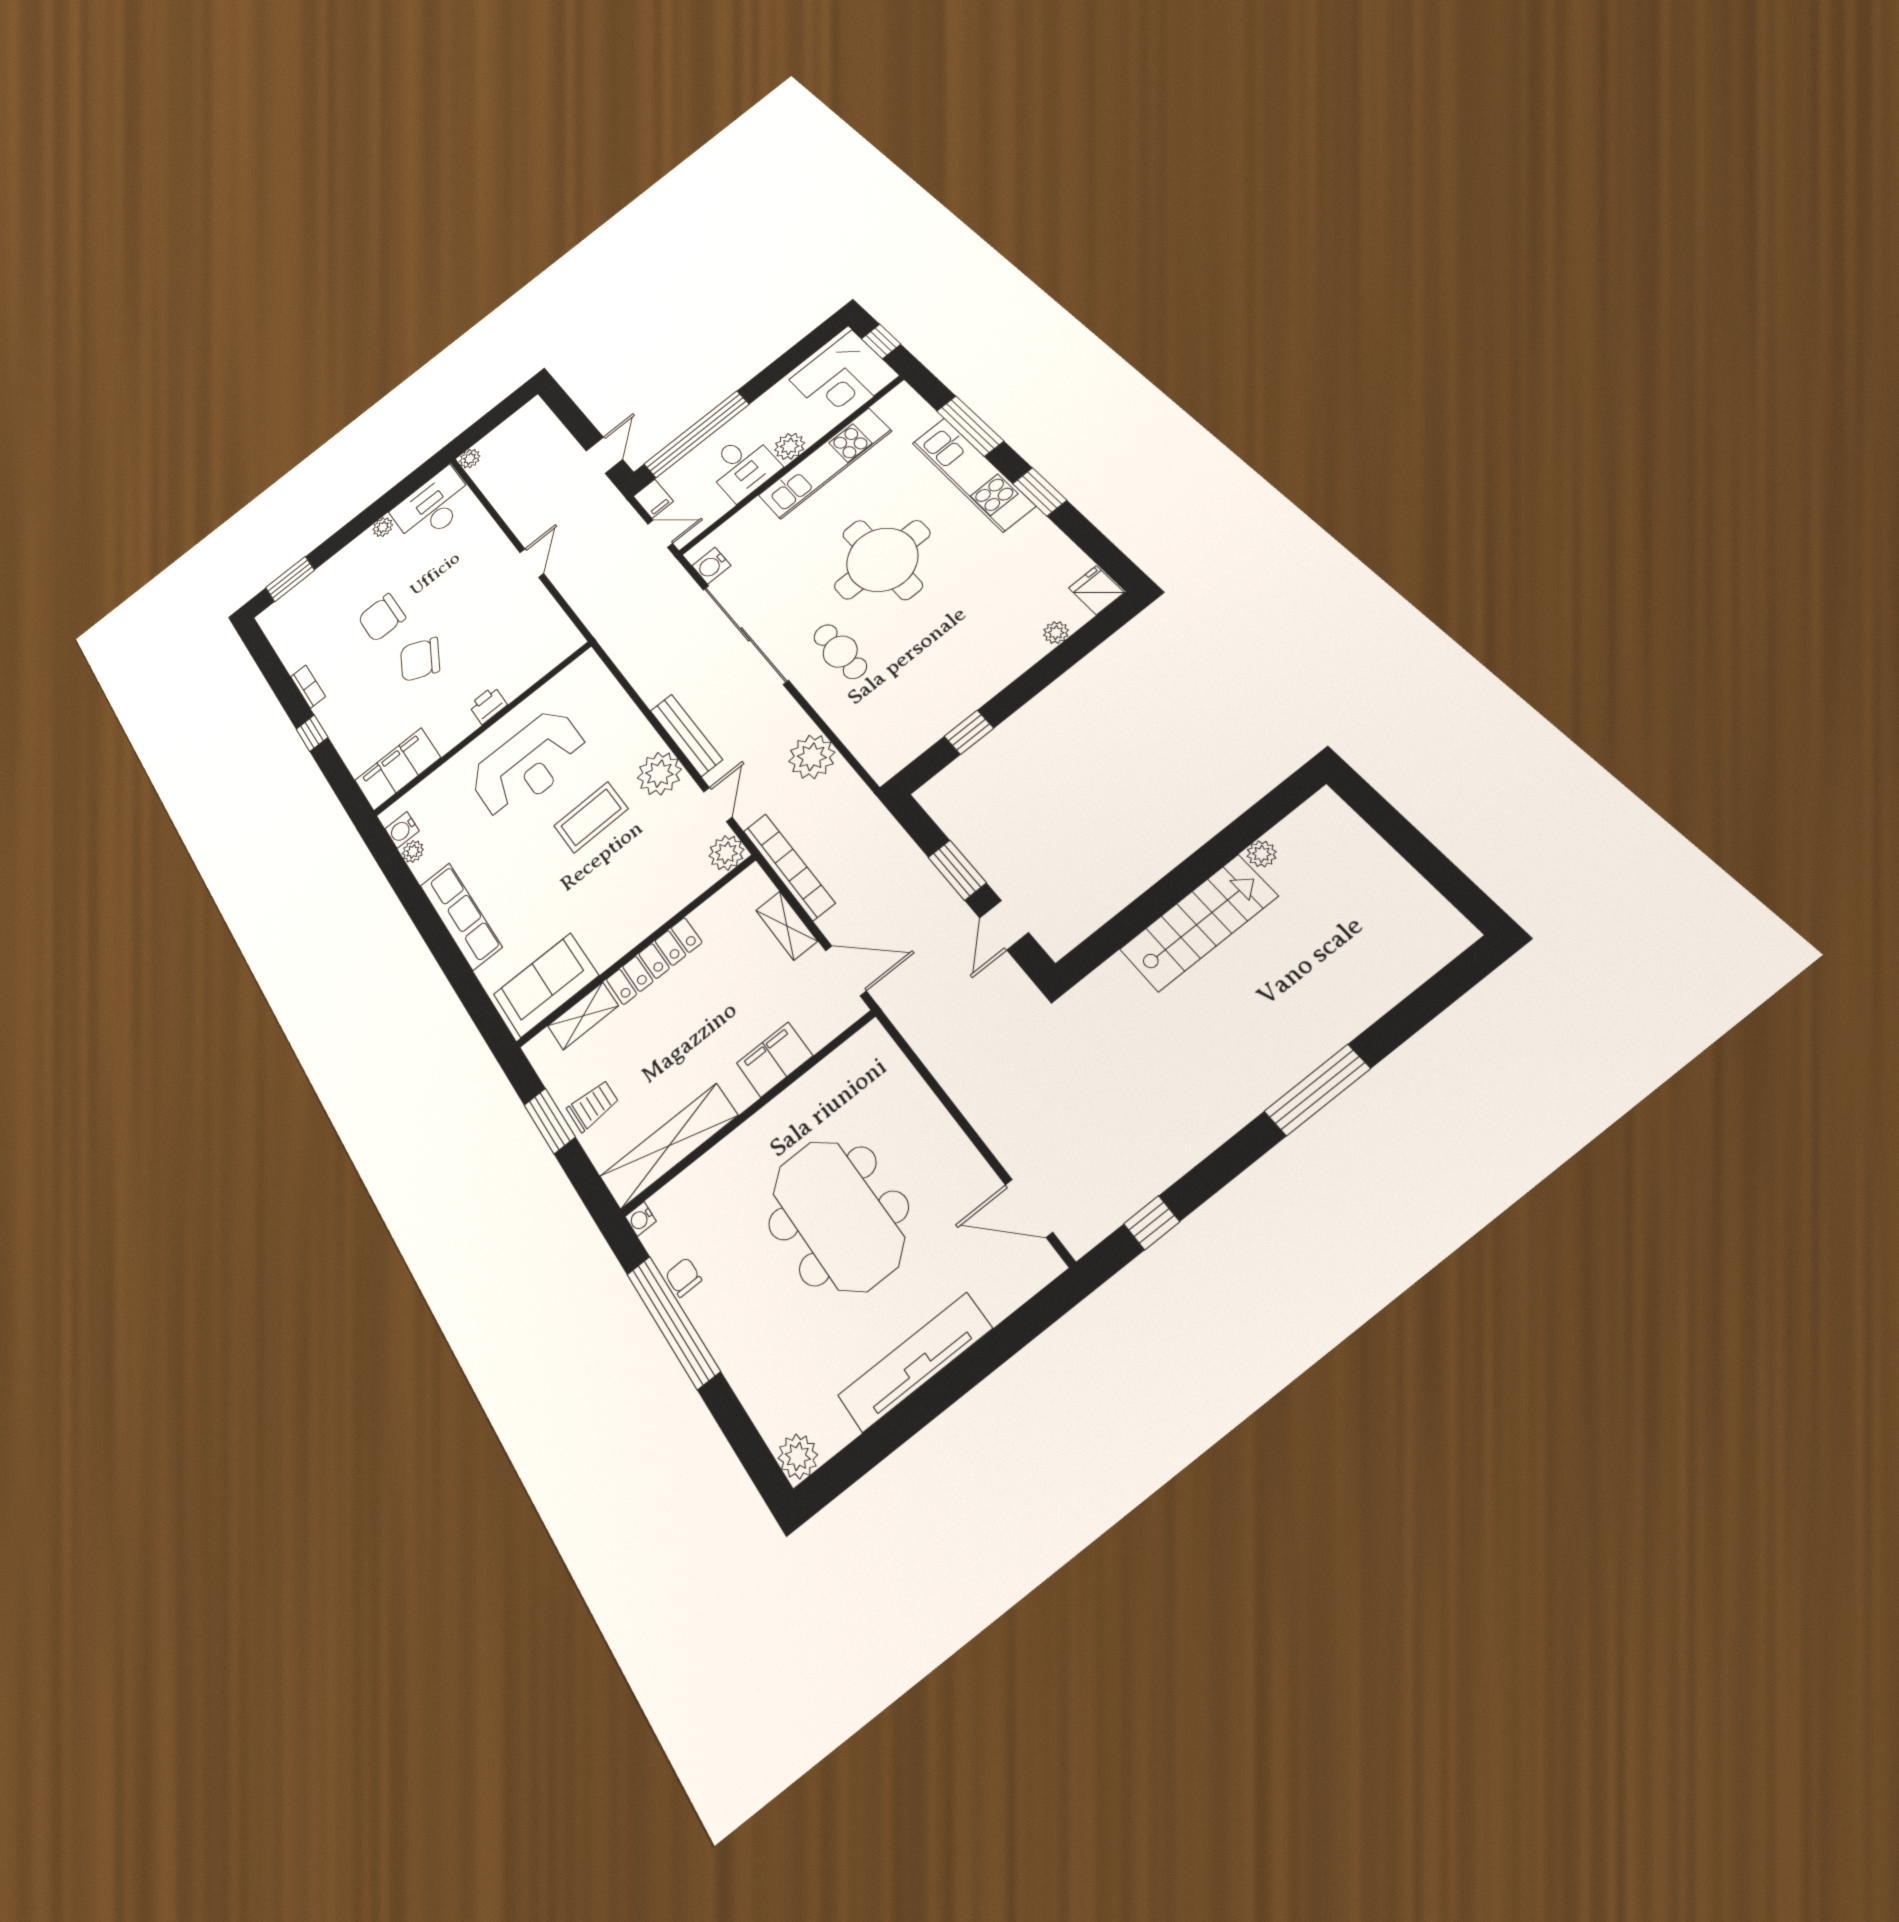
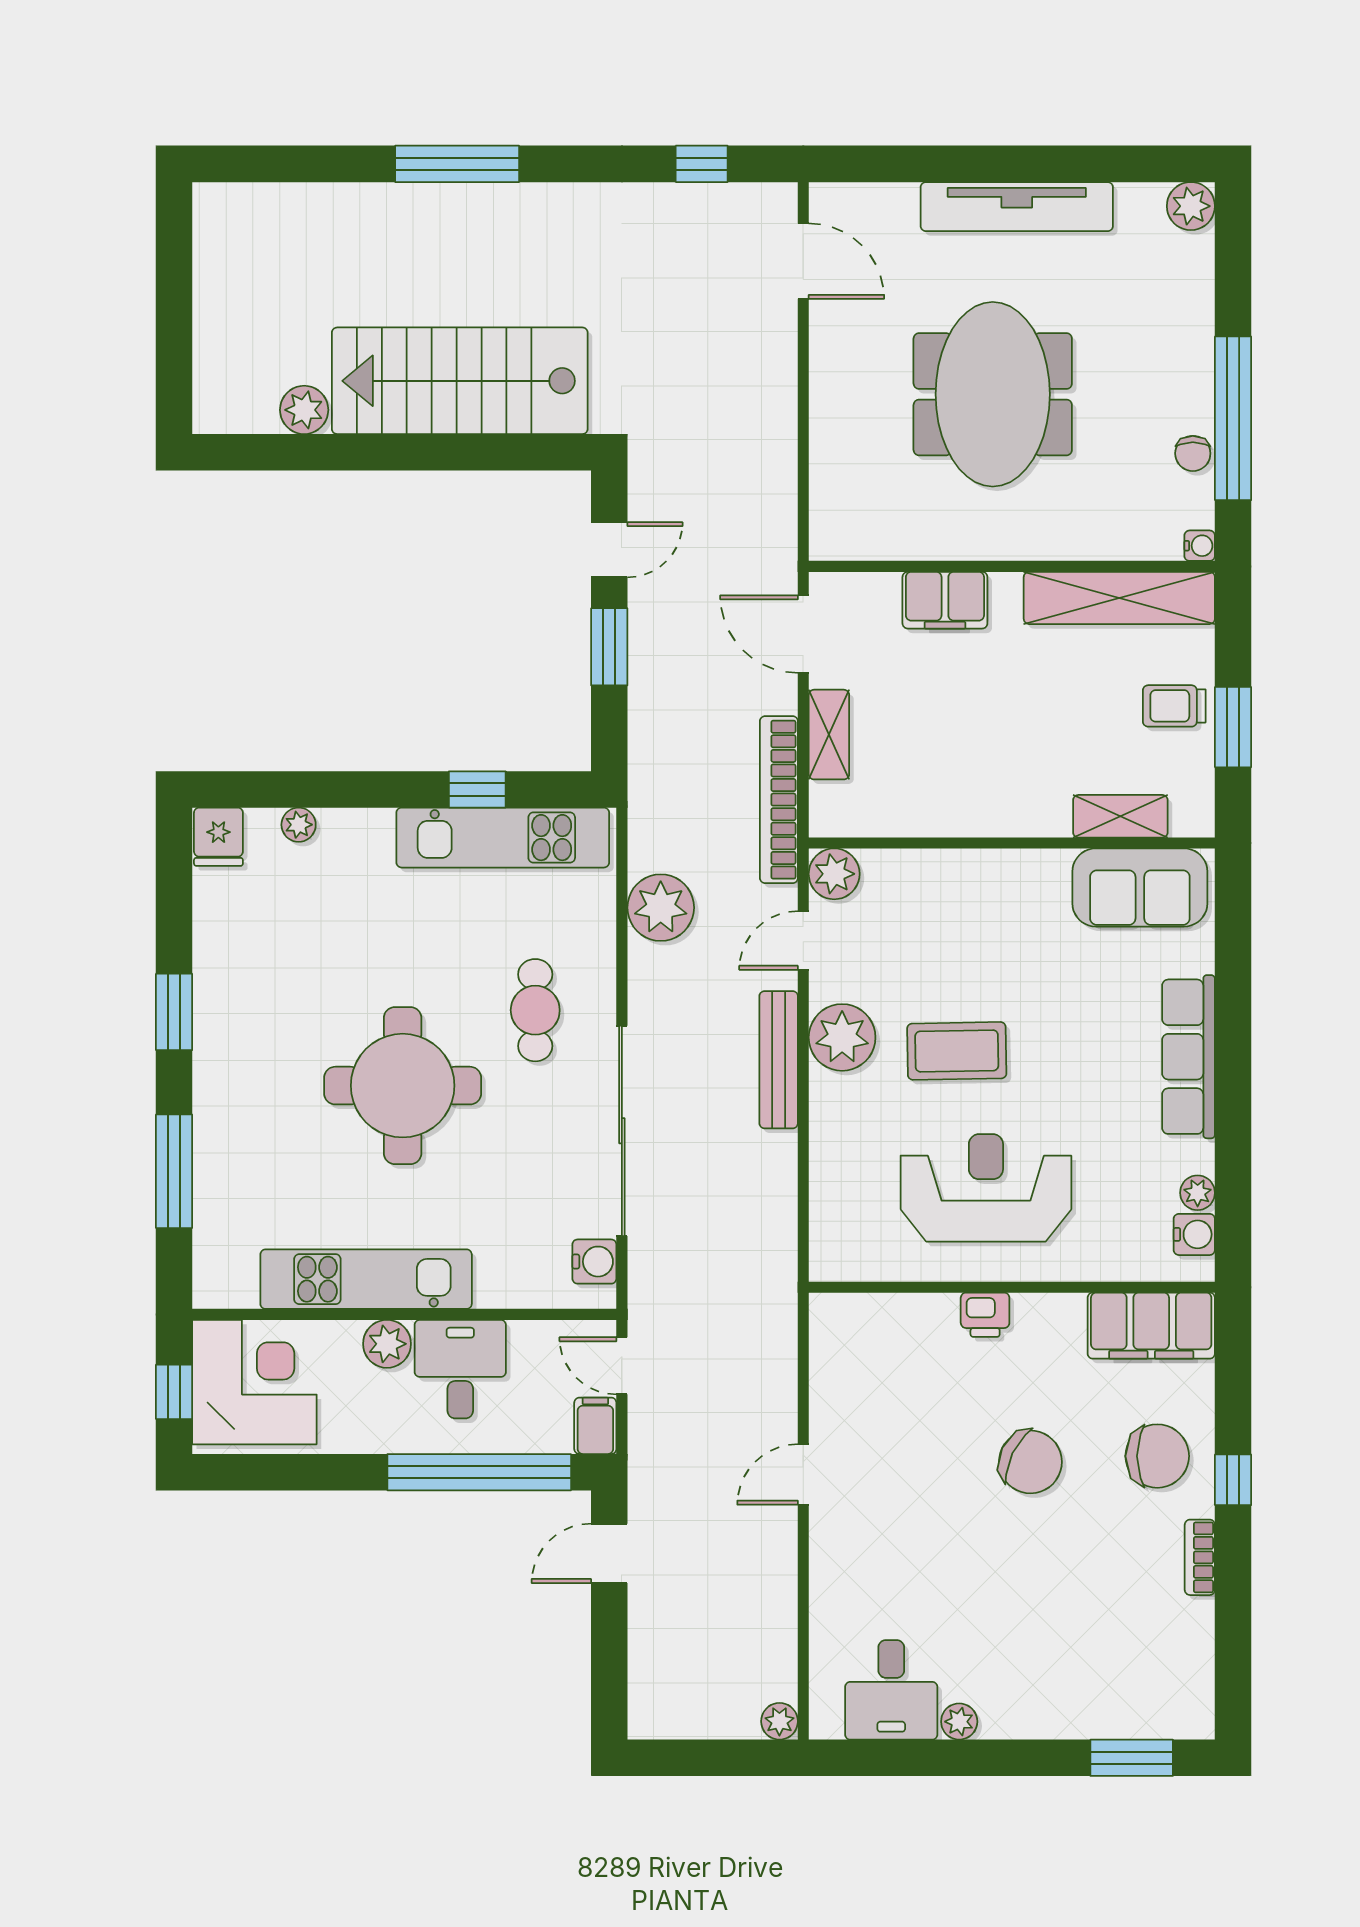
kitchen unit: (973, 474) -> (503, 838), moved, turned 90
desk: (433, 507) -> (891, 1690), width x0.73
chair: (382, 618) -> (1157, 1456), moved
plant: (1262, 854) -> (304, 410), width x1.38, depth x1.38
stairs: (1199, 923) -> (460, 381), width x1.36, depth x1.51
locker: (654, 961) -> (1000, 814), removed

